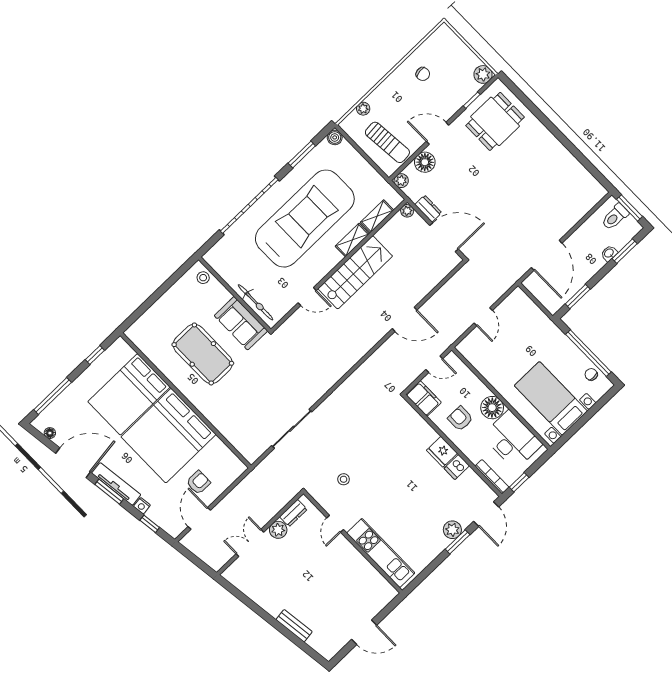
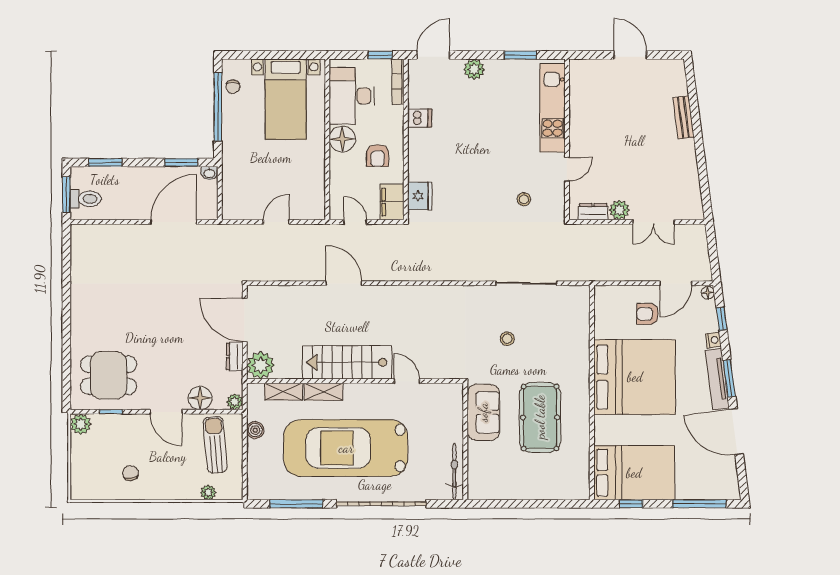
boiler: (335, 137) -> (255, 430), moved
window: (302, 154) -> (296, 504), width x1.44
plant: (407, 211) -> (261, 365), width x1.88, depth x1.88
washbasin: (609, 253) -> (209, 173), moved
stool: (203, 278) -> (507, 339), moved
bicycle: (256, 302) -> (454, 472), moved
bed: (129, 394) -> (634, 473), moved
floor lamp: (50, 433) -> (708, 293), moved
fridge: (442, 452) -> (420, 196), moved
window: (458, 542) -> (520, 55), moved

